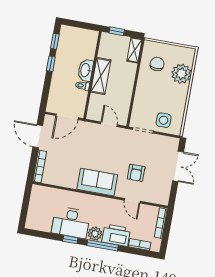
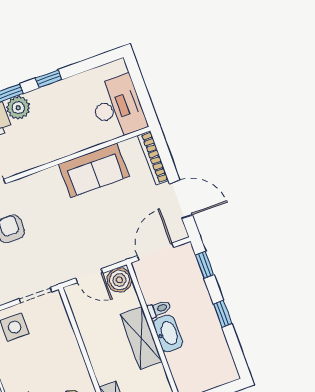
window: (55, 41) -> (205, 265), moved
boiler: (94, 113) -> (119, 280), added
sofa: (97, 182) -> (94, 170), moved
desk: (71, 222) -> (118, 107), moved, turned 90

